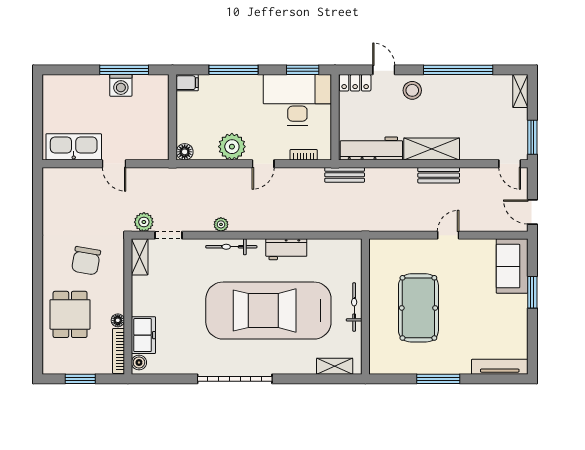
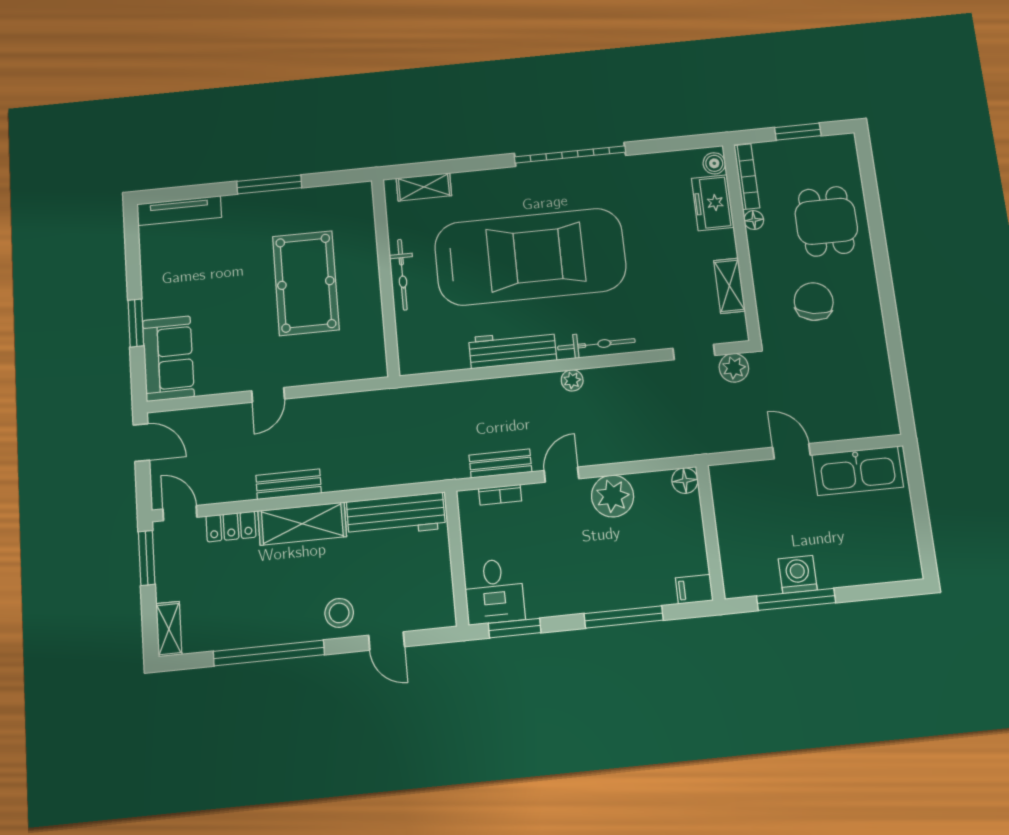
locker: (355, 83) -> (231, 527), moved, turned 180
desk: (297, 100) -> (494, 591), width x0.53, depth x0.77
bench: (345, 175) -> (500, 464), moved
plant: (221, 224) -> (572, 380), moved
workbench: (286, 249) -> (513, 349), width x1.38
shelving: (140, 257) -> (729, 286), moved

